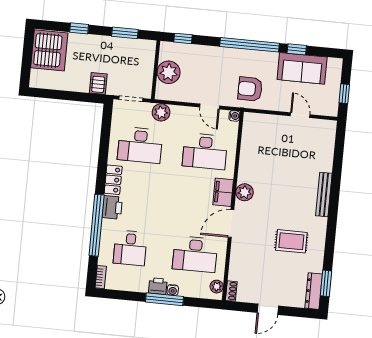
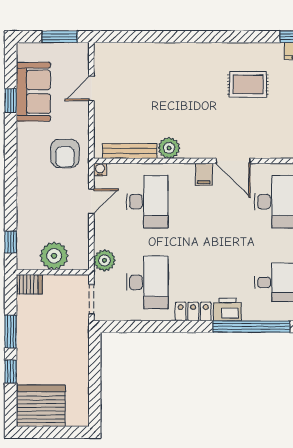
window: (125, 33) -> (11, 332), moved
window: (249, 45) -> (11, 159), removed
server rack: (98, 83) -> (29, 284), moved, turned 180
window: (344, 94) -> (60, 37), width x1.50
filing cabinet: (223, 192) -> (204, 174), width x0.50
plant: (245, 192) -> (169, 148), moved
bench: (324, 194) -> (130, 151), moved
rug: (291, 241) -> (248, 84), turned 90

